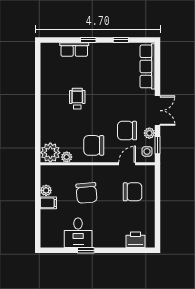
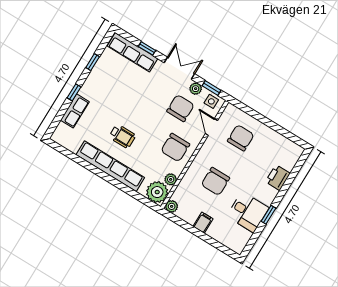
window: (158, 76) -> (147, 48), added
wheelchair: (77, 99) -> (122, 136), turned 180
row of seats: (48, 104) -> (110, 166), added
chair: (127, 131) -> (180, 108), turned 180
plant: (46, 190) -> (172, 206), moved
chair: (87, 193) -> (215, 181), turned 95
printer: (135, 240) -> (278, 178), moved

